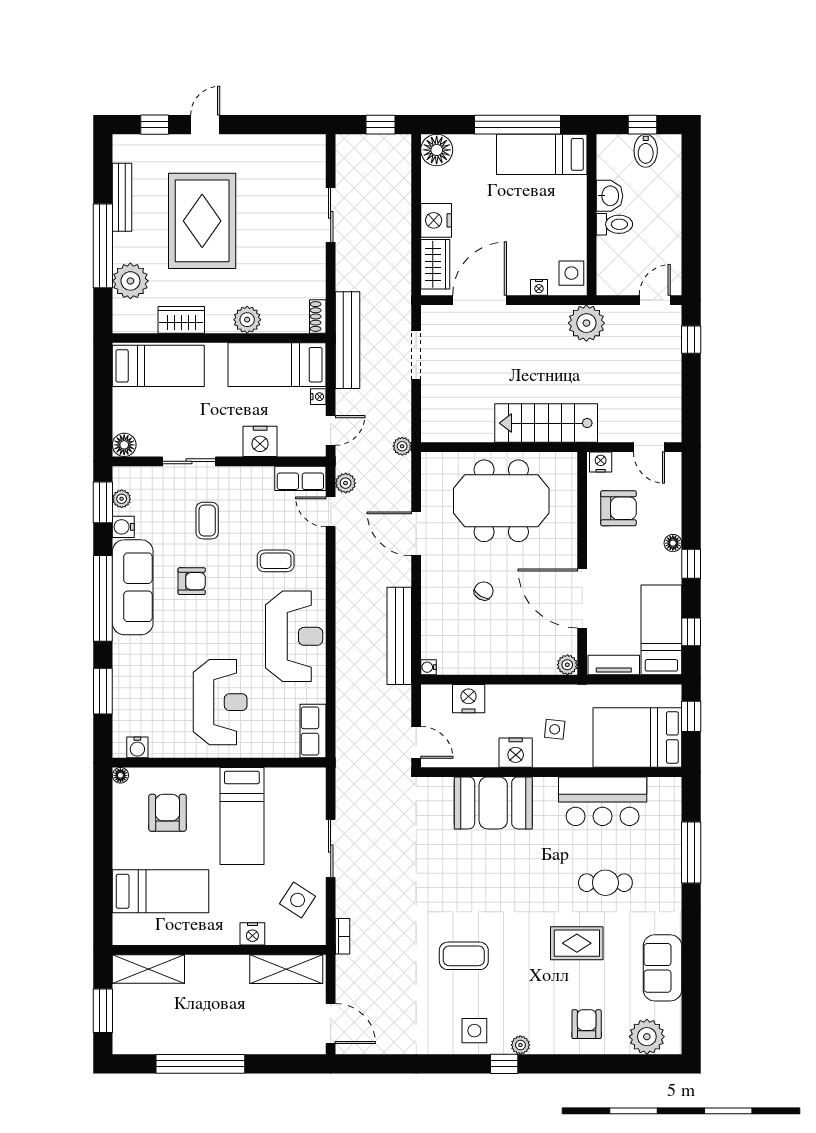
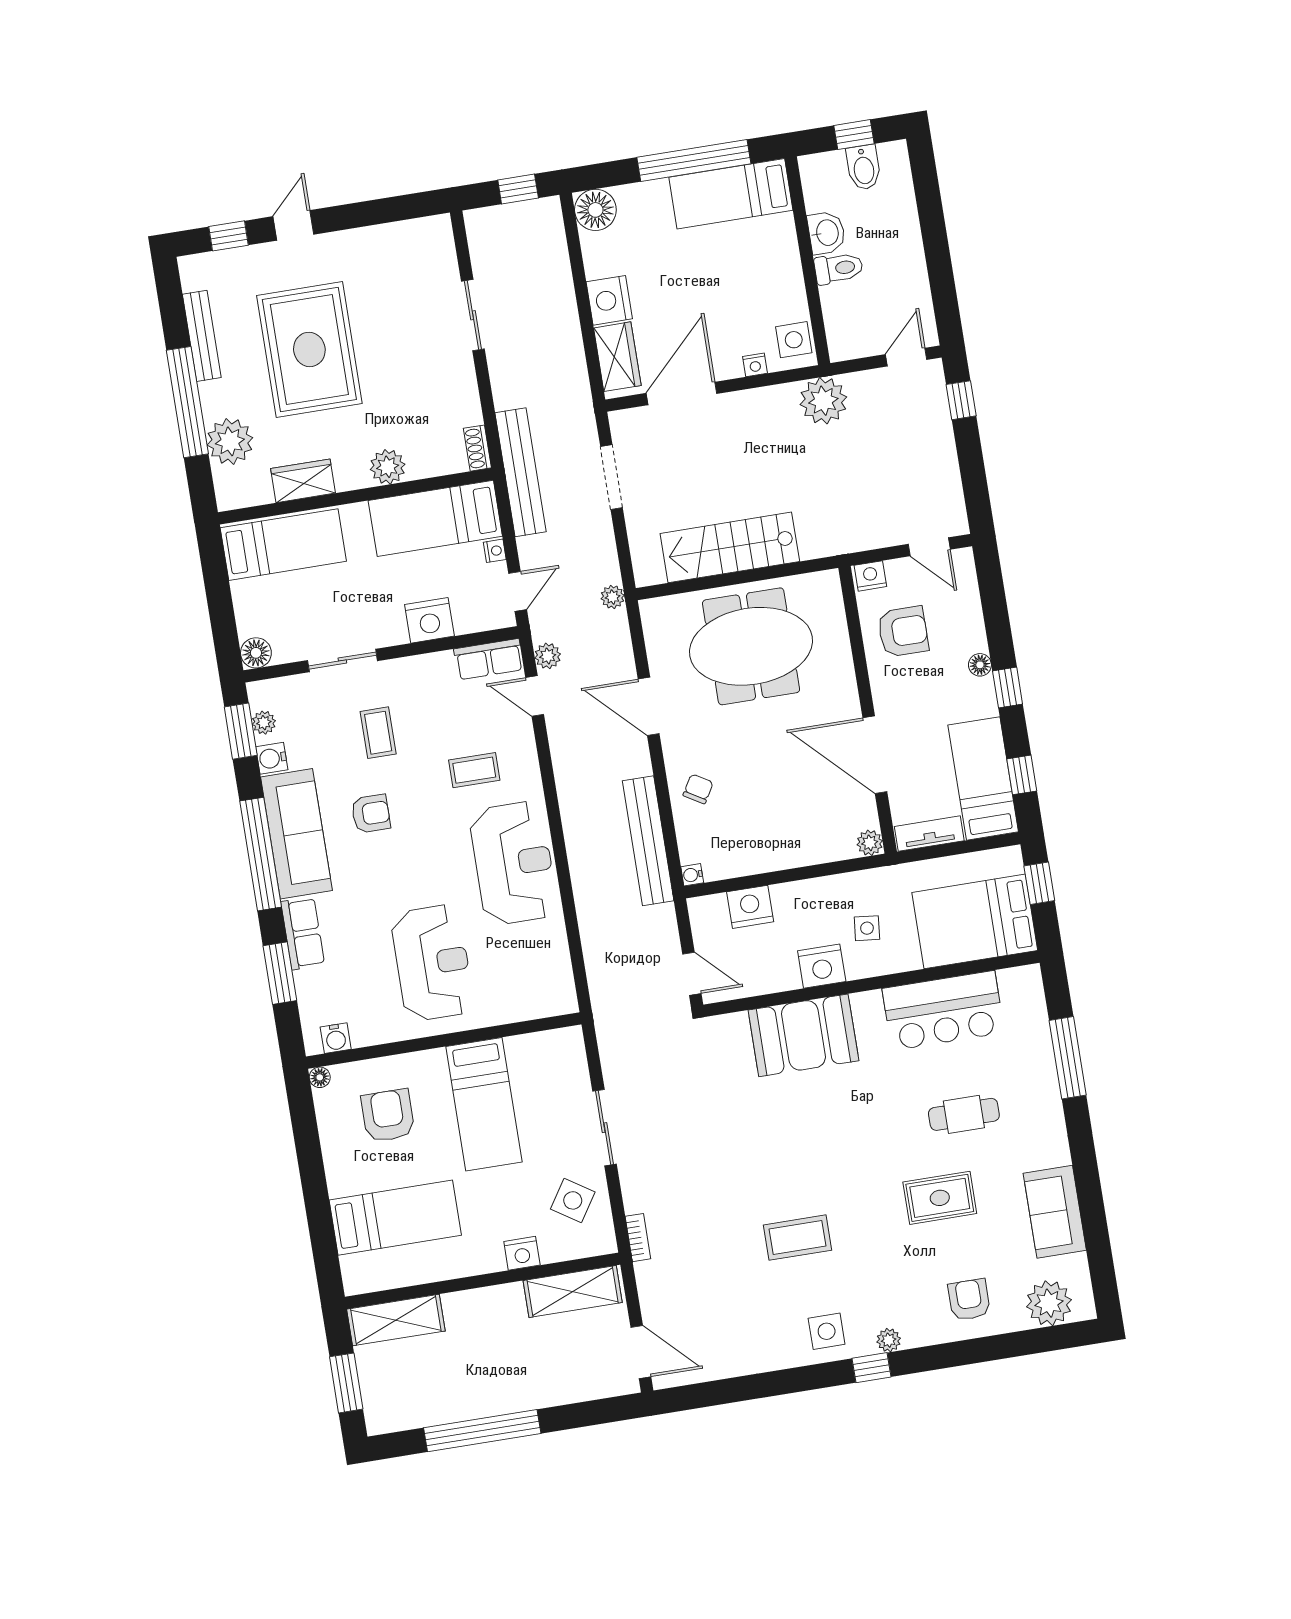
stairs: (546, 423) -> (730, 547), moved
chair: (484, 591) -> (698, 789), moved
row of seats: (313, 731) -> (303, 933), moved, turned 180

